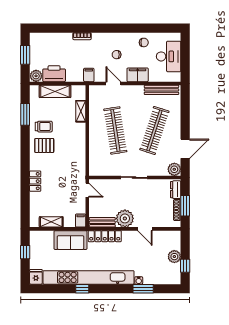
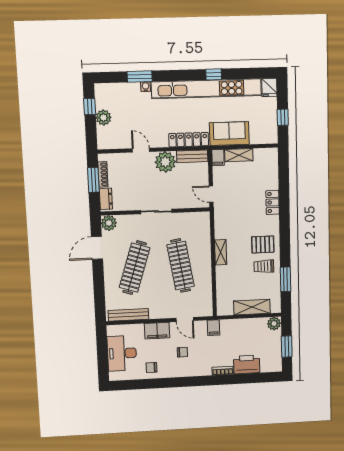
printer: (54, 74) -> (247, 364), moved, turned 180
shelving: (81, 111) -> (221, 252), moved
shelving: (51, 222) -> (239, 155), moved

